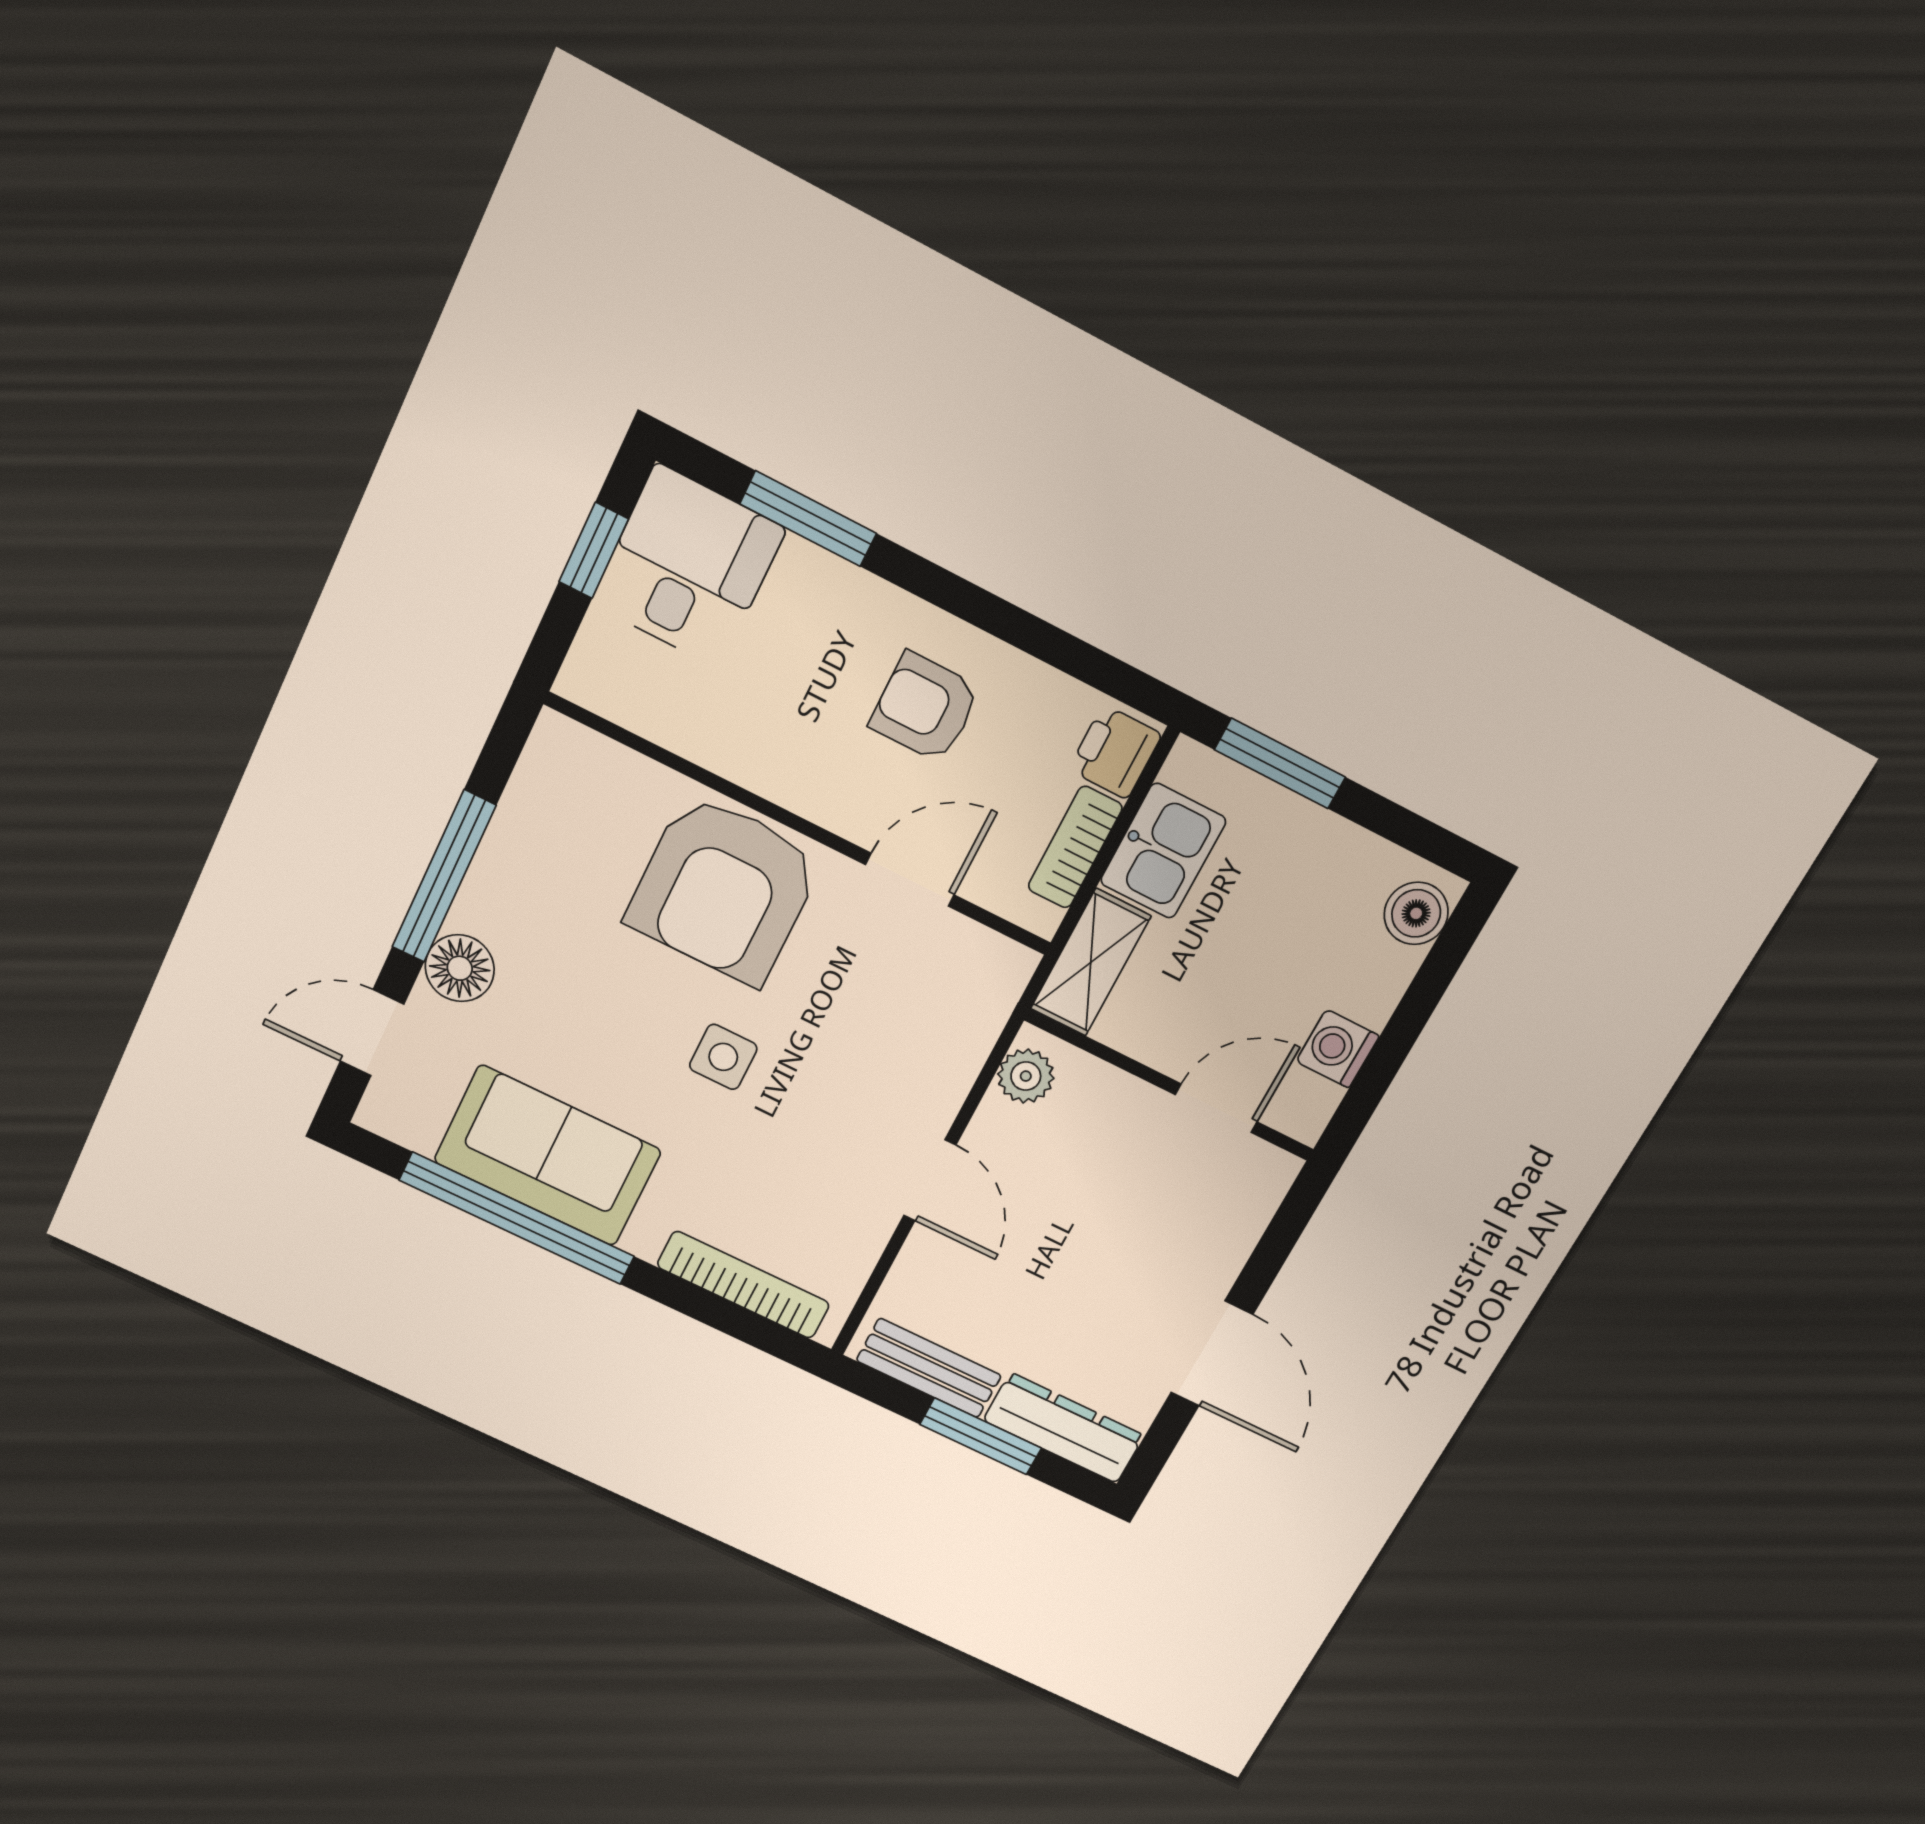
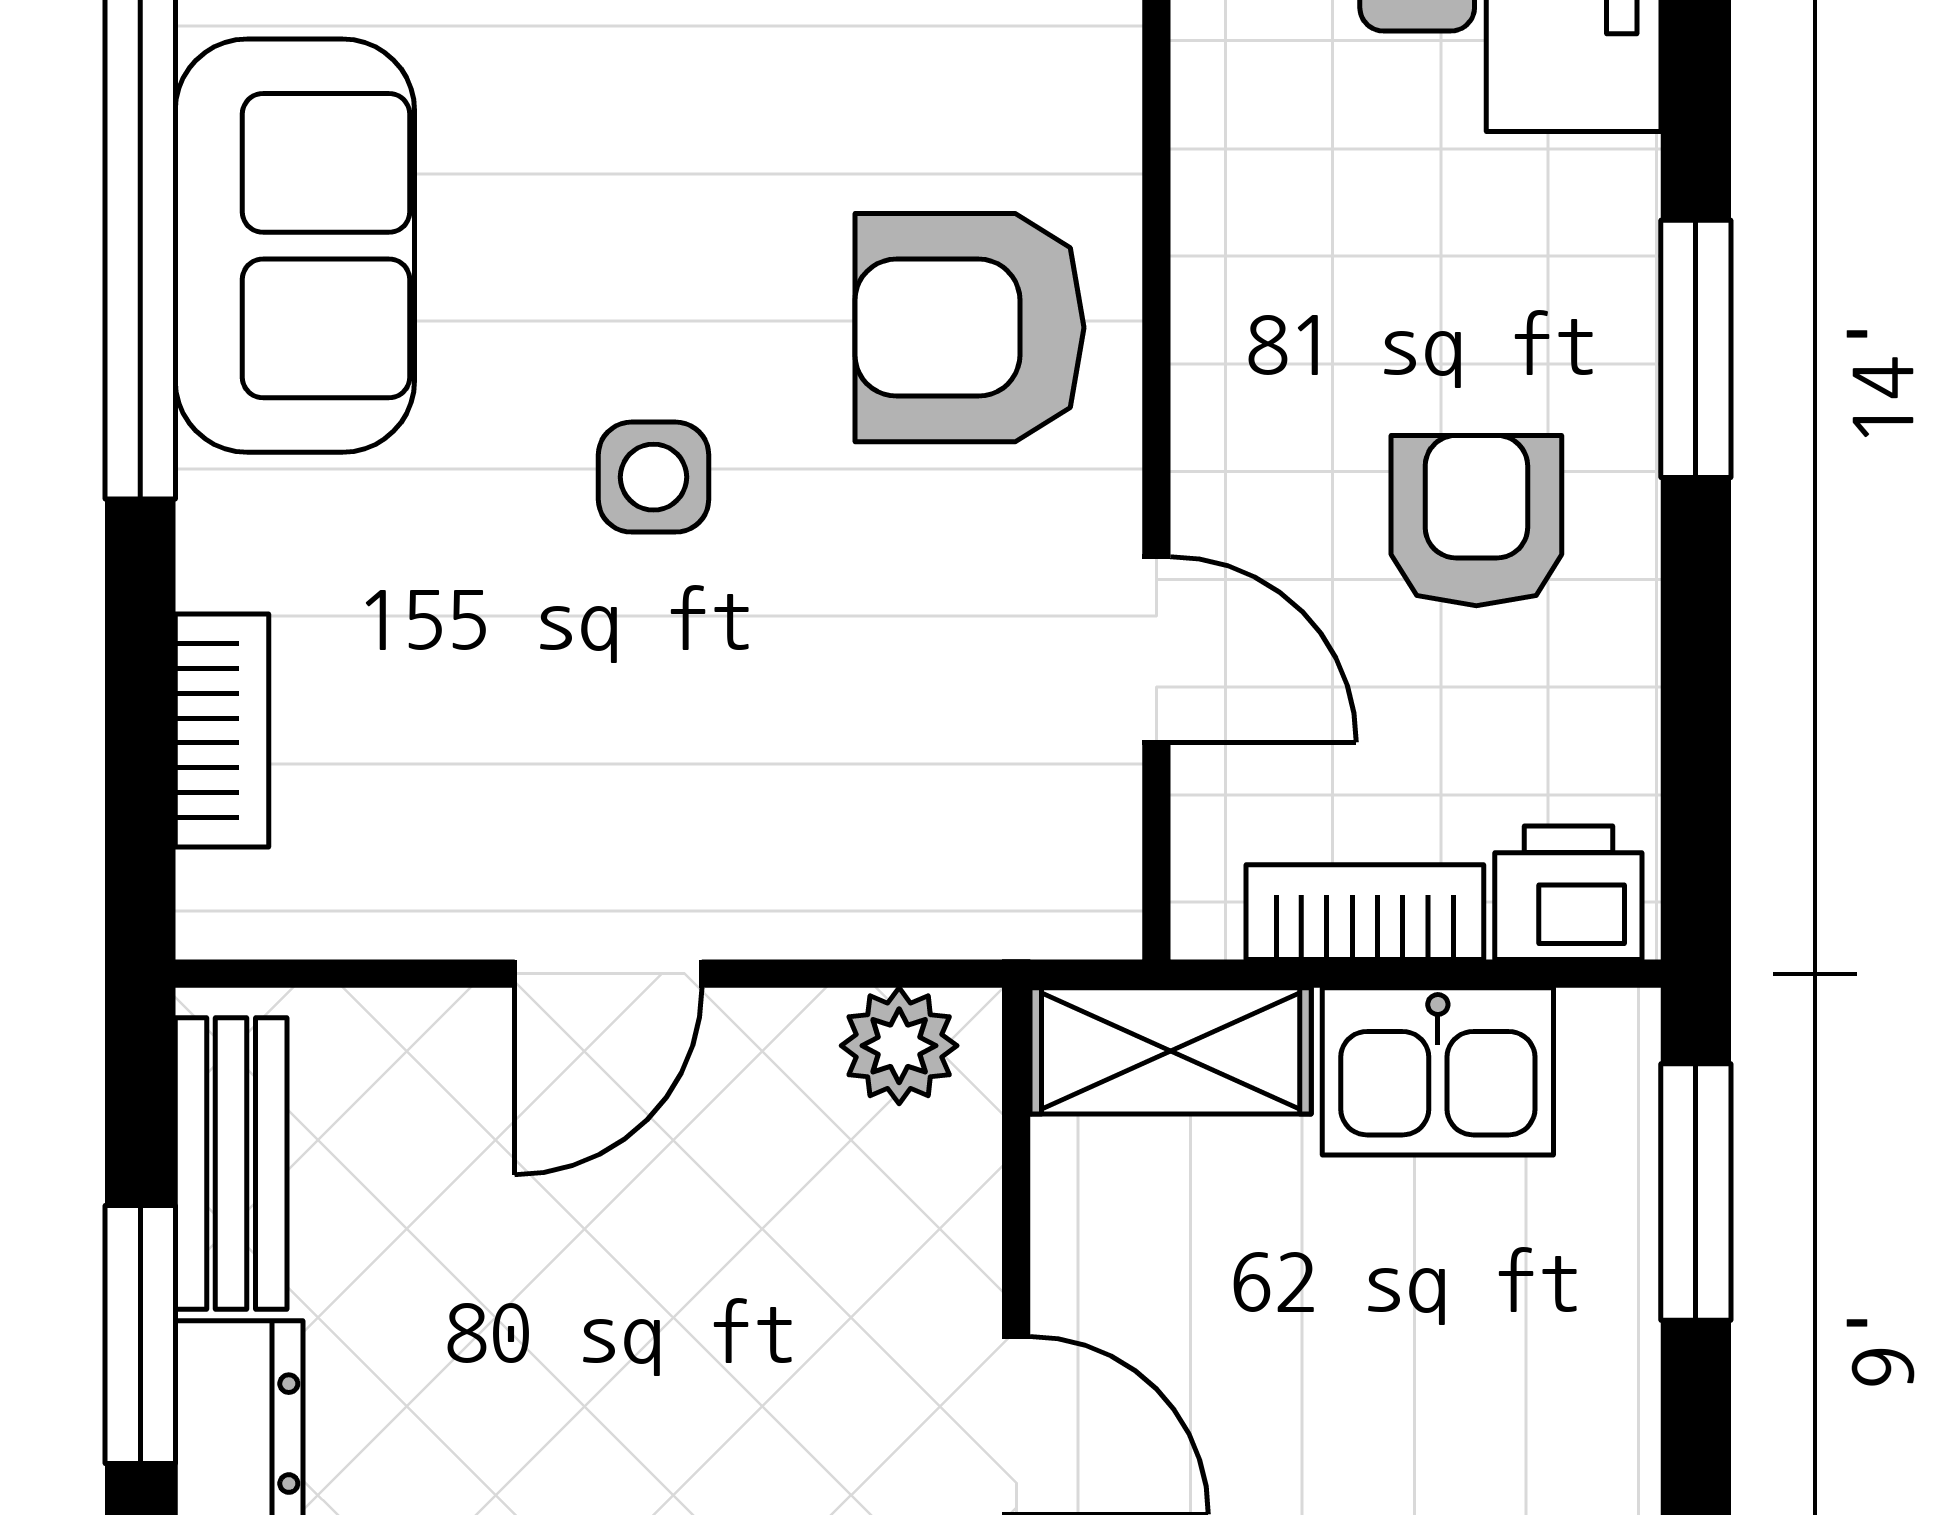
window: (808, 519) -> (1696, 349), moved
armchair: (724, 889) -> (969, 328), width x0.73, depth x0.73
bookcase: (743, 1285) -> (222, 731), width x0.64

